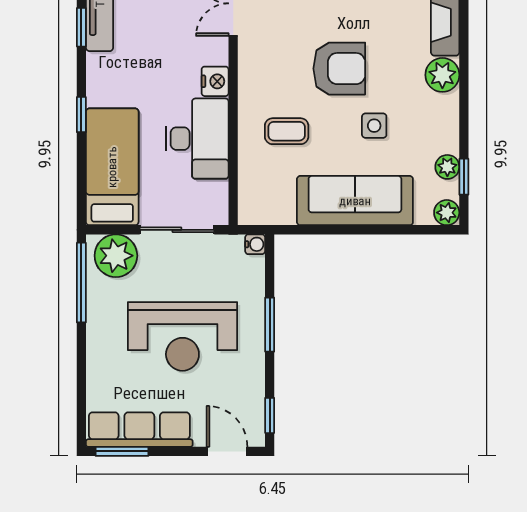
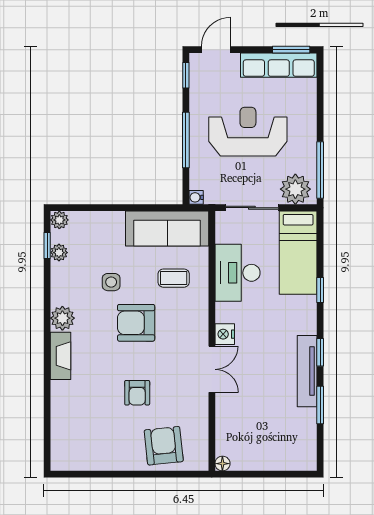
nightstand: (215, 81) -> (225, 334), moved
sofa: (355, 201) -> (167, 229), moved
window: (270, 325) -> (186, 140), width x1.44
door: (227, 451) -> (216, 50), swing flipped

